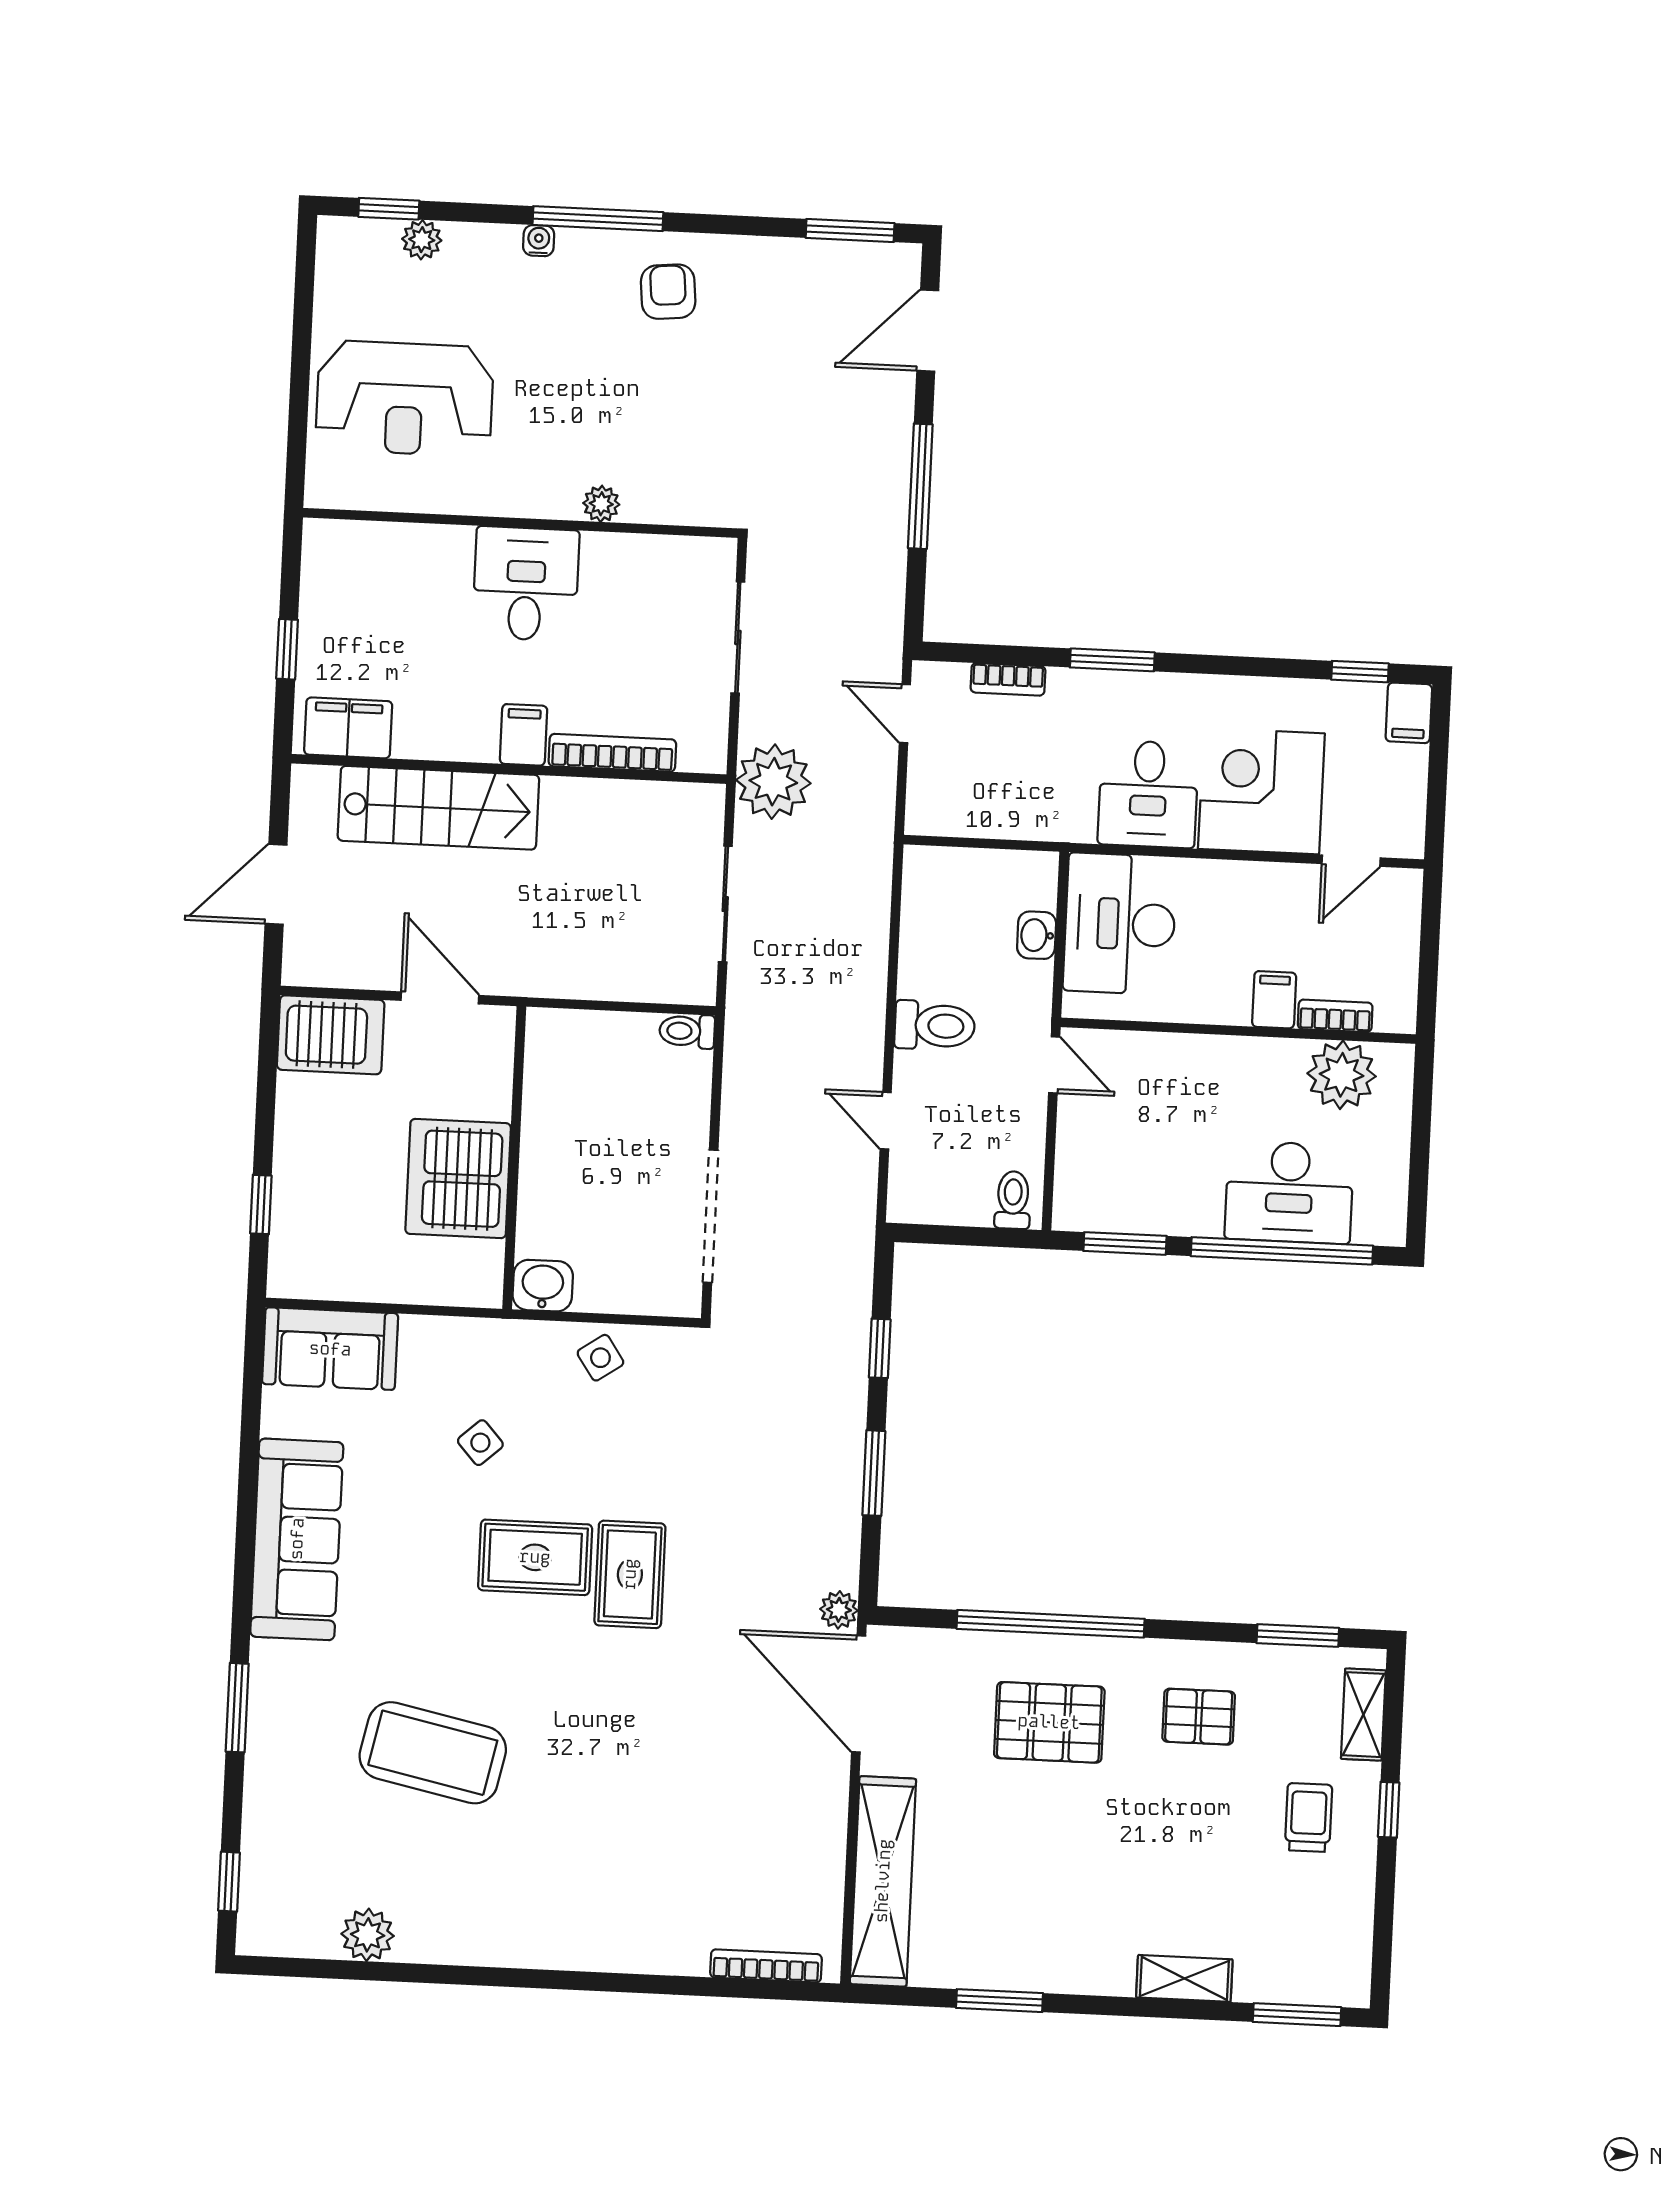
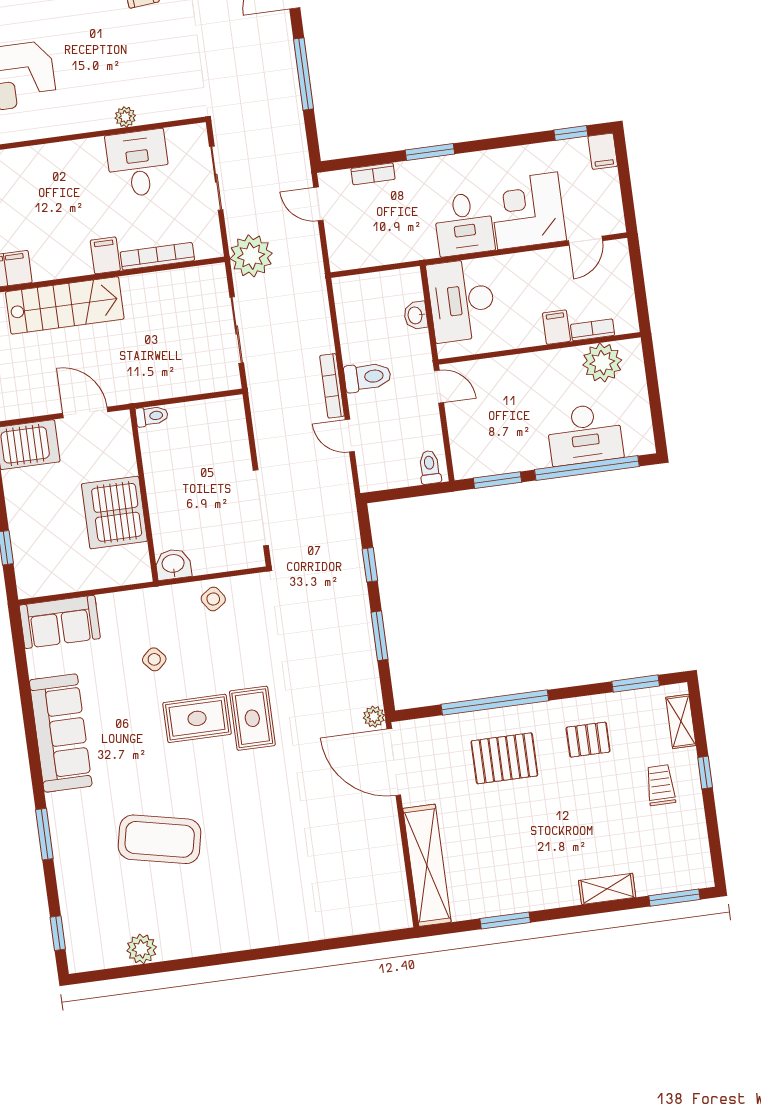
desk: (526, 584) -> (138, 163), moved
toilet: (687, 1031) -> (152, 416), moved, turned 180
bookcase: (766, 1966) -> (332, 386), moved, turned -90

